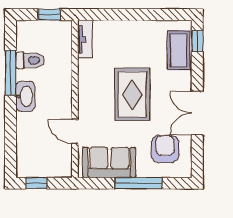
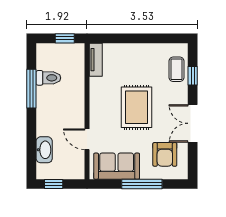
window: (197, 41) -> (193, 76), moved
coffee table: (179, 50) -> (176, 69), width x0.73, depth x0.77
washbasin: (25, 96) -> (44, 150), moved
armchair: (165, 149) -> (165, 154), turned 180

